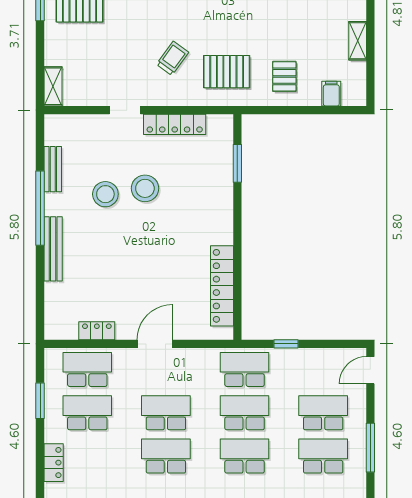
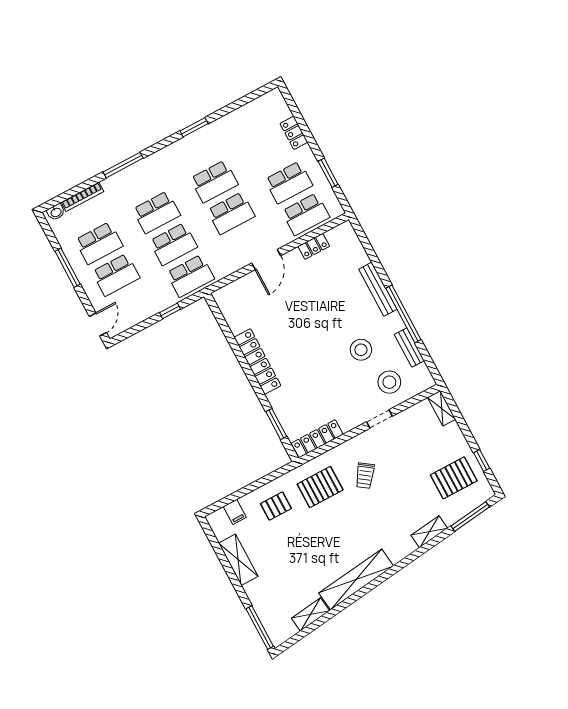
shelving: (358, 41) -> (238, 560), width x1.50, depth x1.33
pallet: (284, 76) -> (276, 506), turned 90
locker: (175, 124) -> (317, 439), moved
stool: (145, 188) -> (389, 382), moved
locker: (222, 286) -> (257, 362), moved

